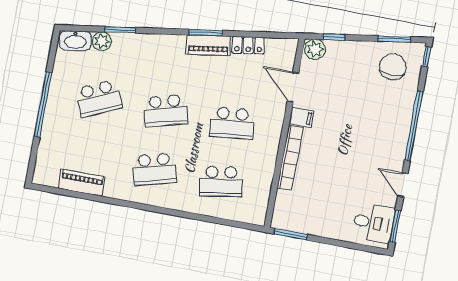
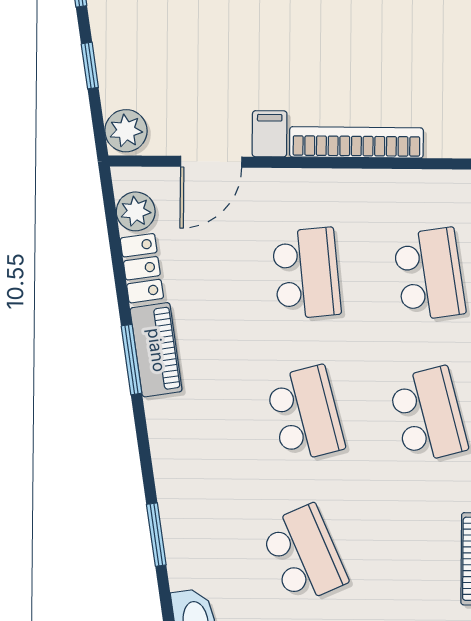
window: (334, 37) -> (90, 66), moved
plant: (102, 41) -> (136, 211), moved

